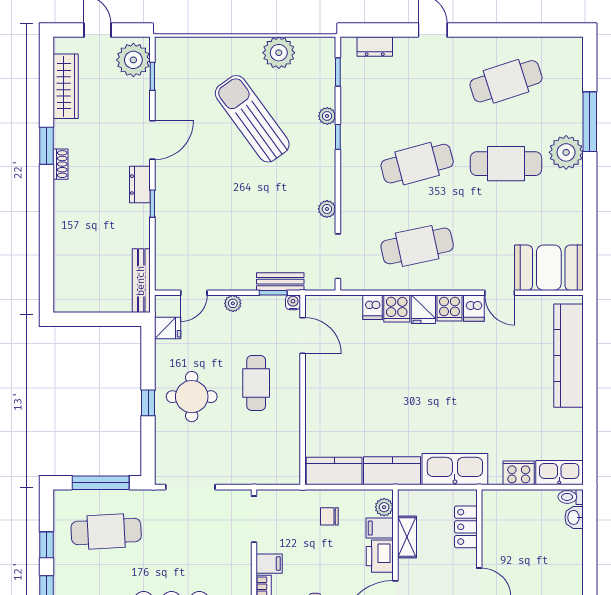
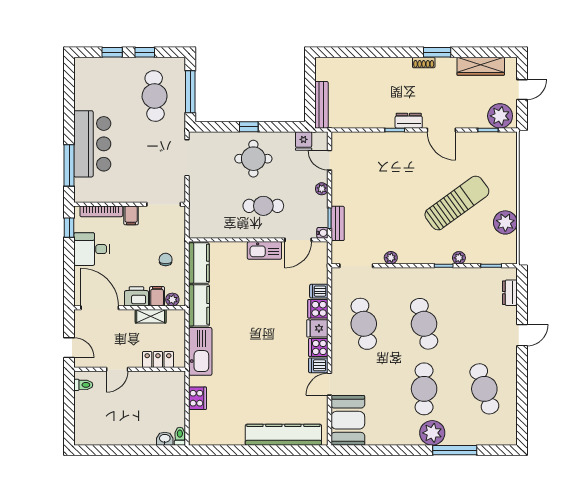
bench: (141, 281) -> (321, 105), moved, turned 90
kitchen sink: (559, 473) -> (264, 250), moved, turned 90

